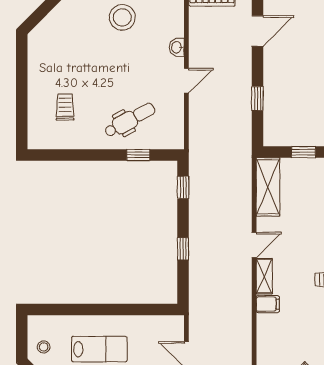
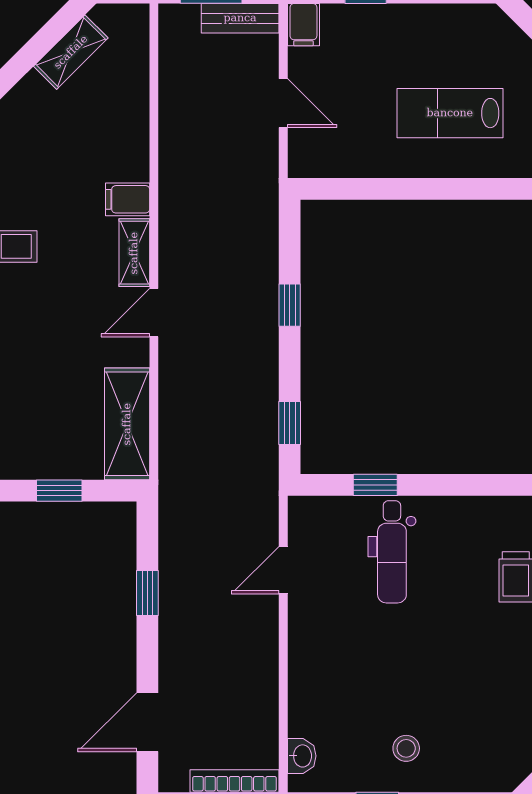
stool: (122, 17) -> (406, 748), width x0.53, depth x0.53
washbasin: (177, 47) -> (302, 756), moved
door: (186, 81) -> (283, 570), moved
dental chair: (130, 120) -> (392, 552), turned -61

